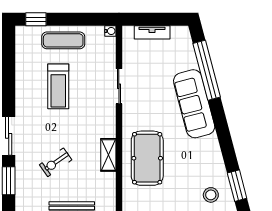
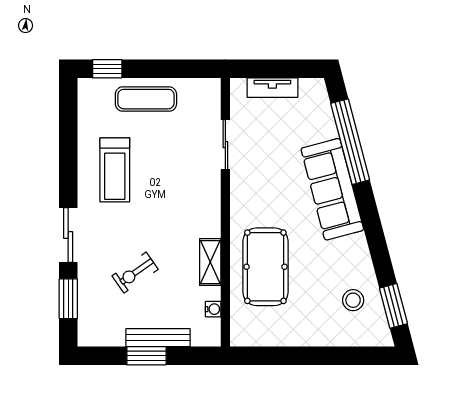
water cooler: (110, 31) -> (213, 309), moved
treadmill: (58, 86) -> (115, 170), moved
sliding door: (119, 86) -> (225, 145), moved
stool: (211, 195) -> (353, 300), moved

